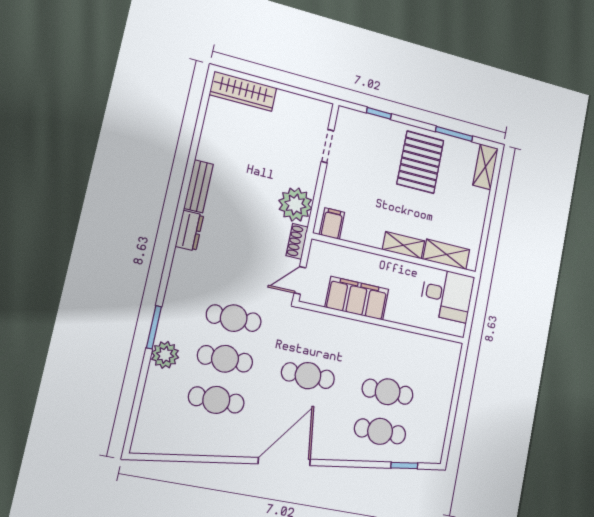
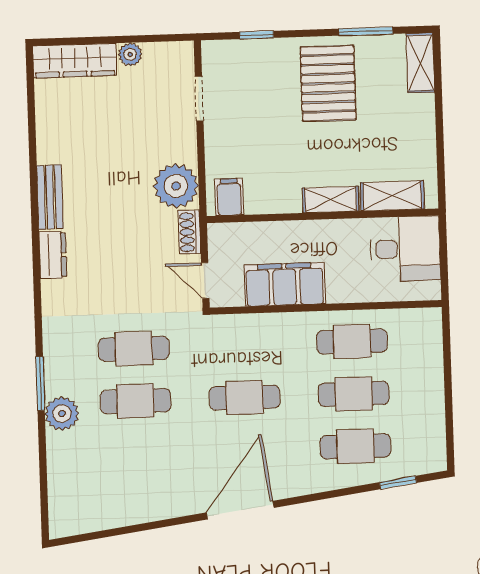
plant: (285, 99) -> (130, 54), added
door: (300, 280) -> (205, 280), hinge flipped
cafe table: (216, 400) -> (352, 341), moved

